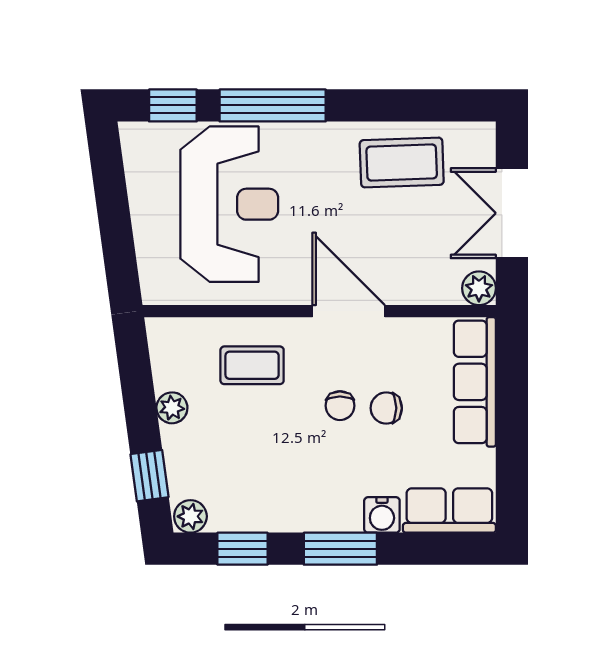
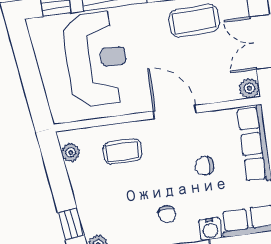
chair: (340, 406) -> (167, 214), moved
plant: (172, 408) -> (71, 152), moved

